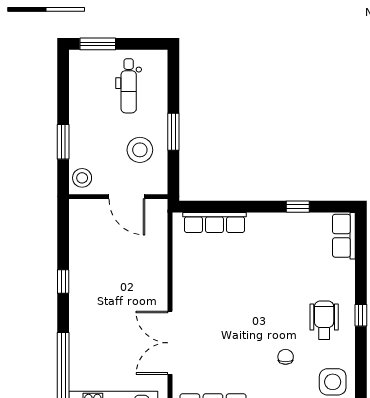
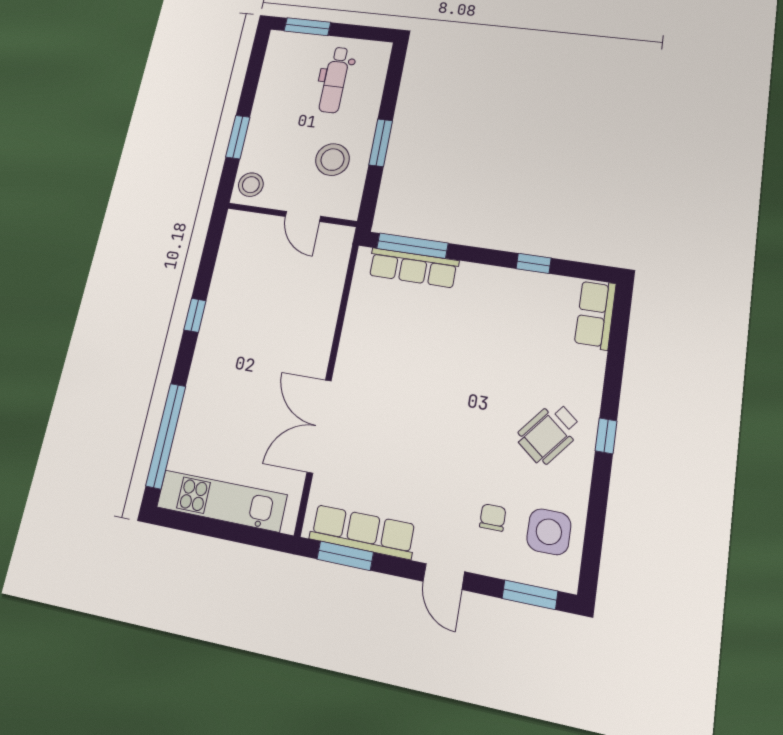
door: (127, 197) -> (303, 216), width x0.73
window: (211, 207) -> (412, 246), added
wheelchair: (324, 320) -> (549, 433), turned -141
chair: (286, 357) -> (493, 517), moved

